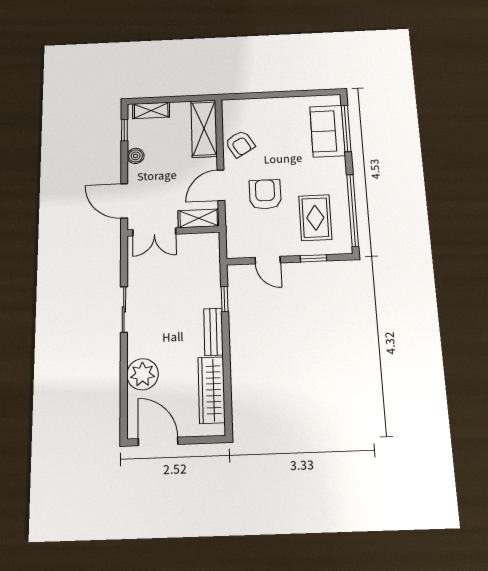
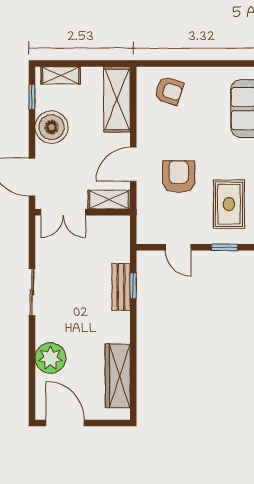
armchair: (240, 144) -> (169, 91), moved, turned -41
boiler: (136, 156) -> (51, 127), width x1.86, depth x1.86
bench: (213, 332) -> (121, 287), moved

